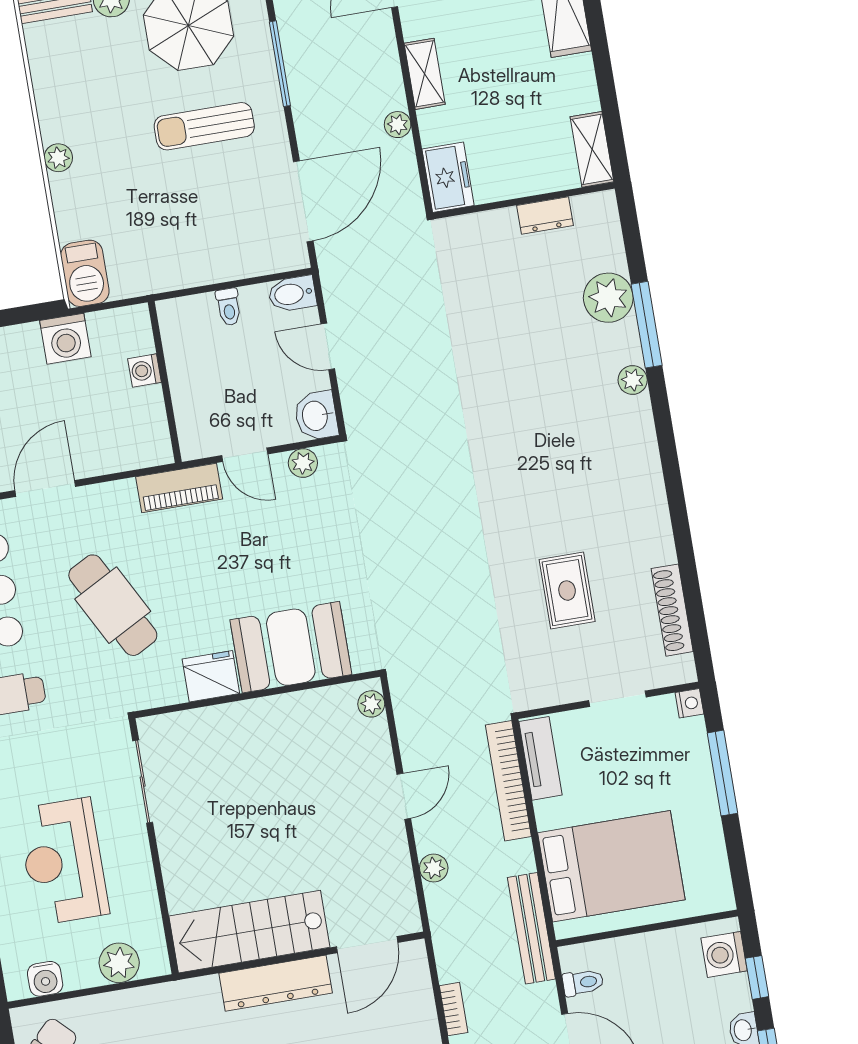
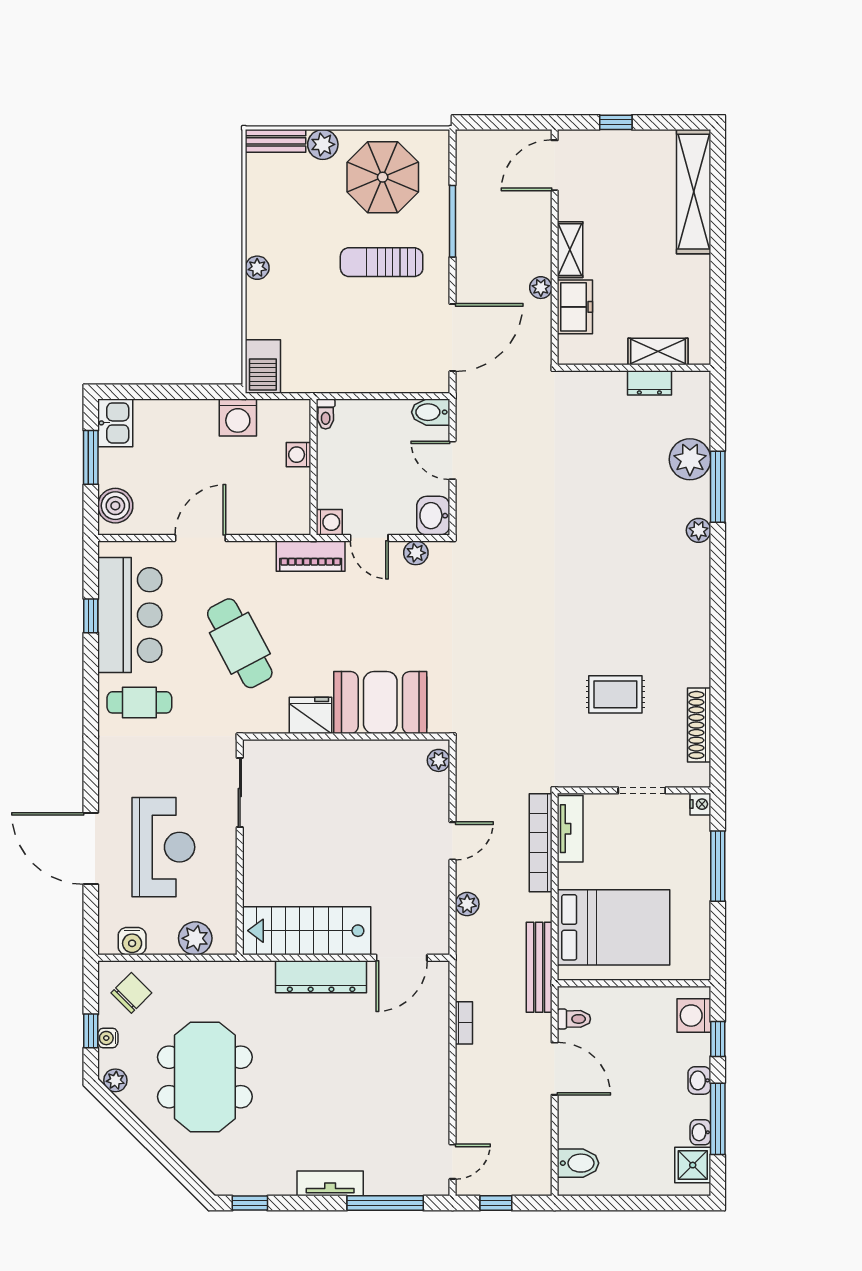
shelving: (592, 149) -> (658, 351), moved, turned 90
freezer: (448, 177) -> (575, 307), moved
toilet: (229, 307) -> (326, 414), moved
washing machine: (194, 444) -> (329, 522), added
rug: (567, 591) -> (615, 694), turned 90
reception desk: (63, 861) -> (163, 847), turned 180

